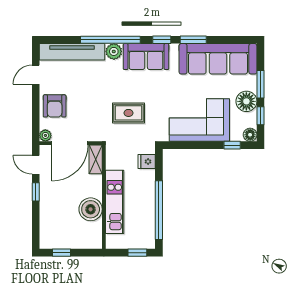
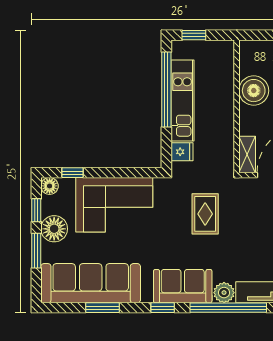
window: (193, 40) -> (103, 308), moved
rug: (129, 113) -> (205, 214), turned 90
kitchen unit: (115, 202) -> (183, 100), moved, turned 180

